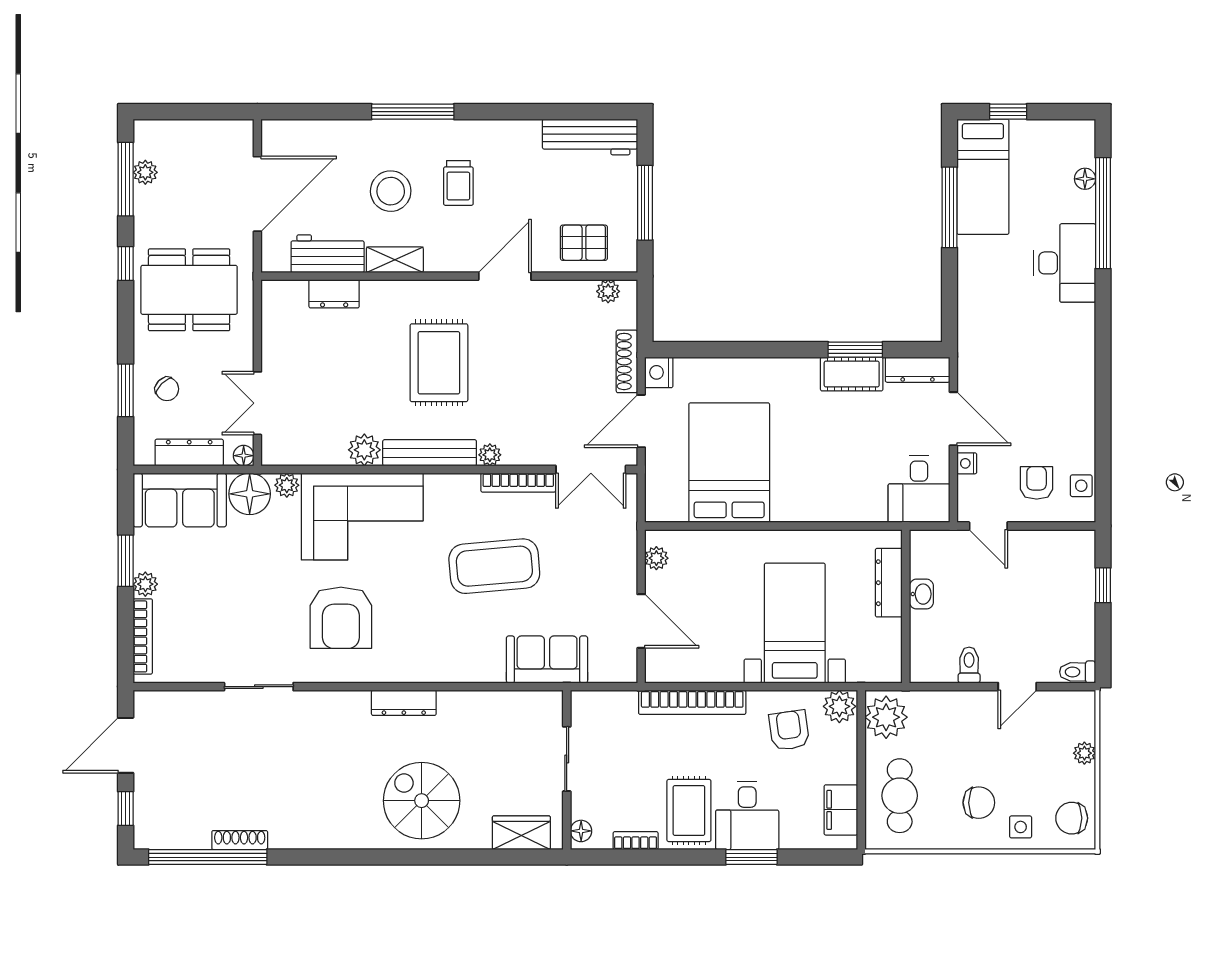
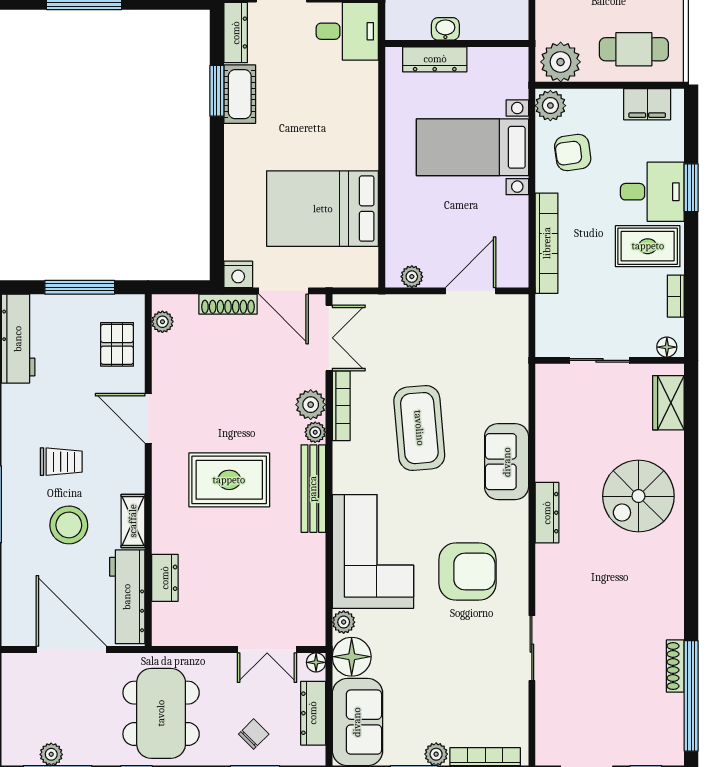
workbench: (328, 254) -> (127, 597), width x1.37
plant: (364, 450) -> (311, 405), moved
sofa: (547, 659) -> (507, 462), moved

